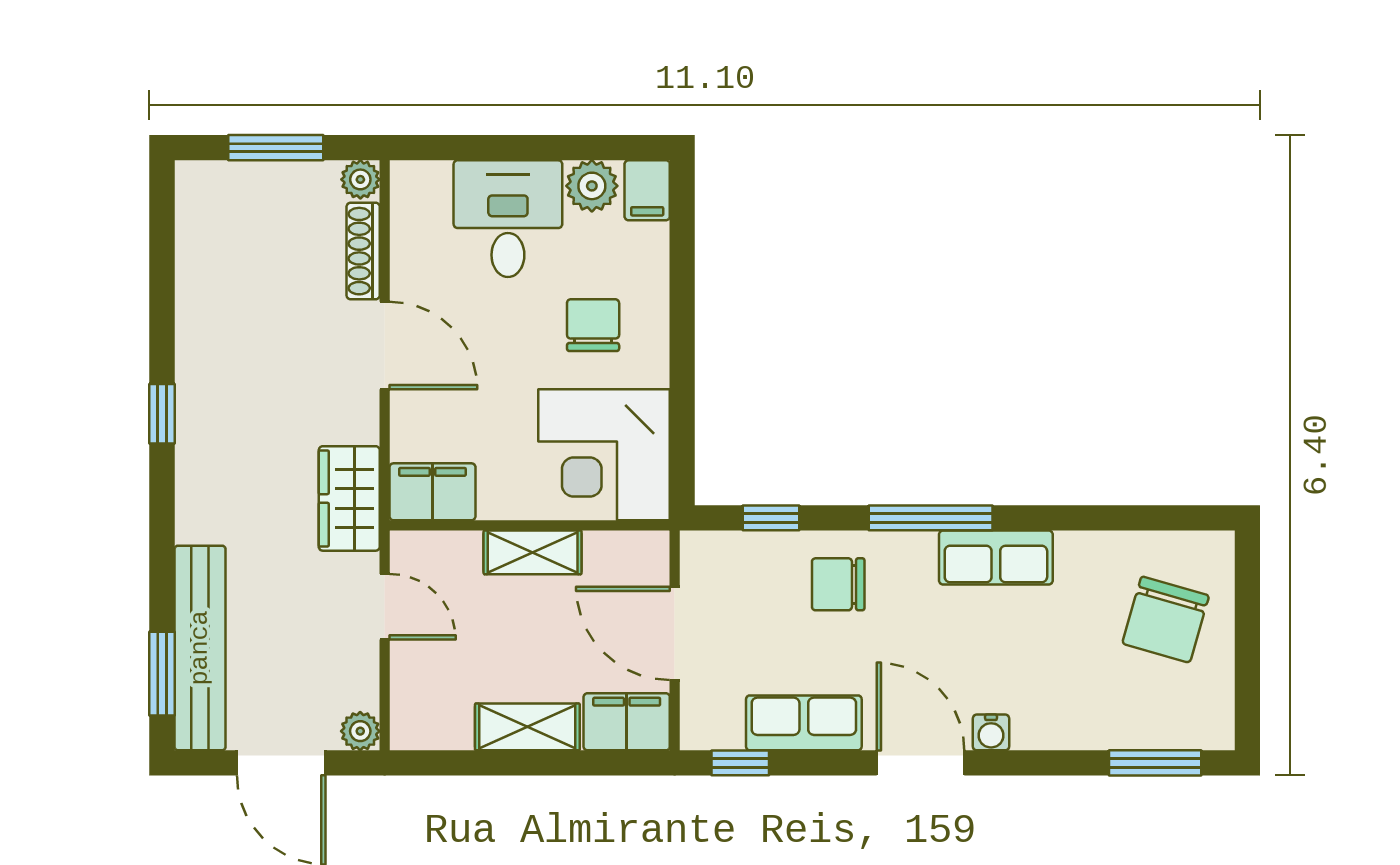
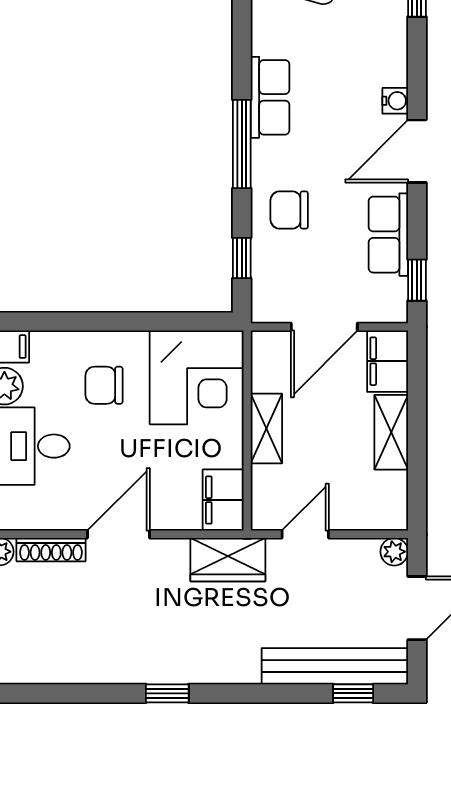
chair: (838, 584) -> (289, 210), turned 90
window: (162, 674) -> (353, 693), width x0.67

